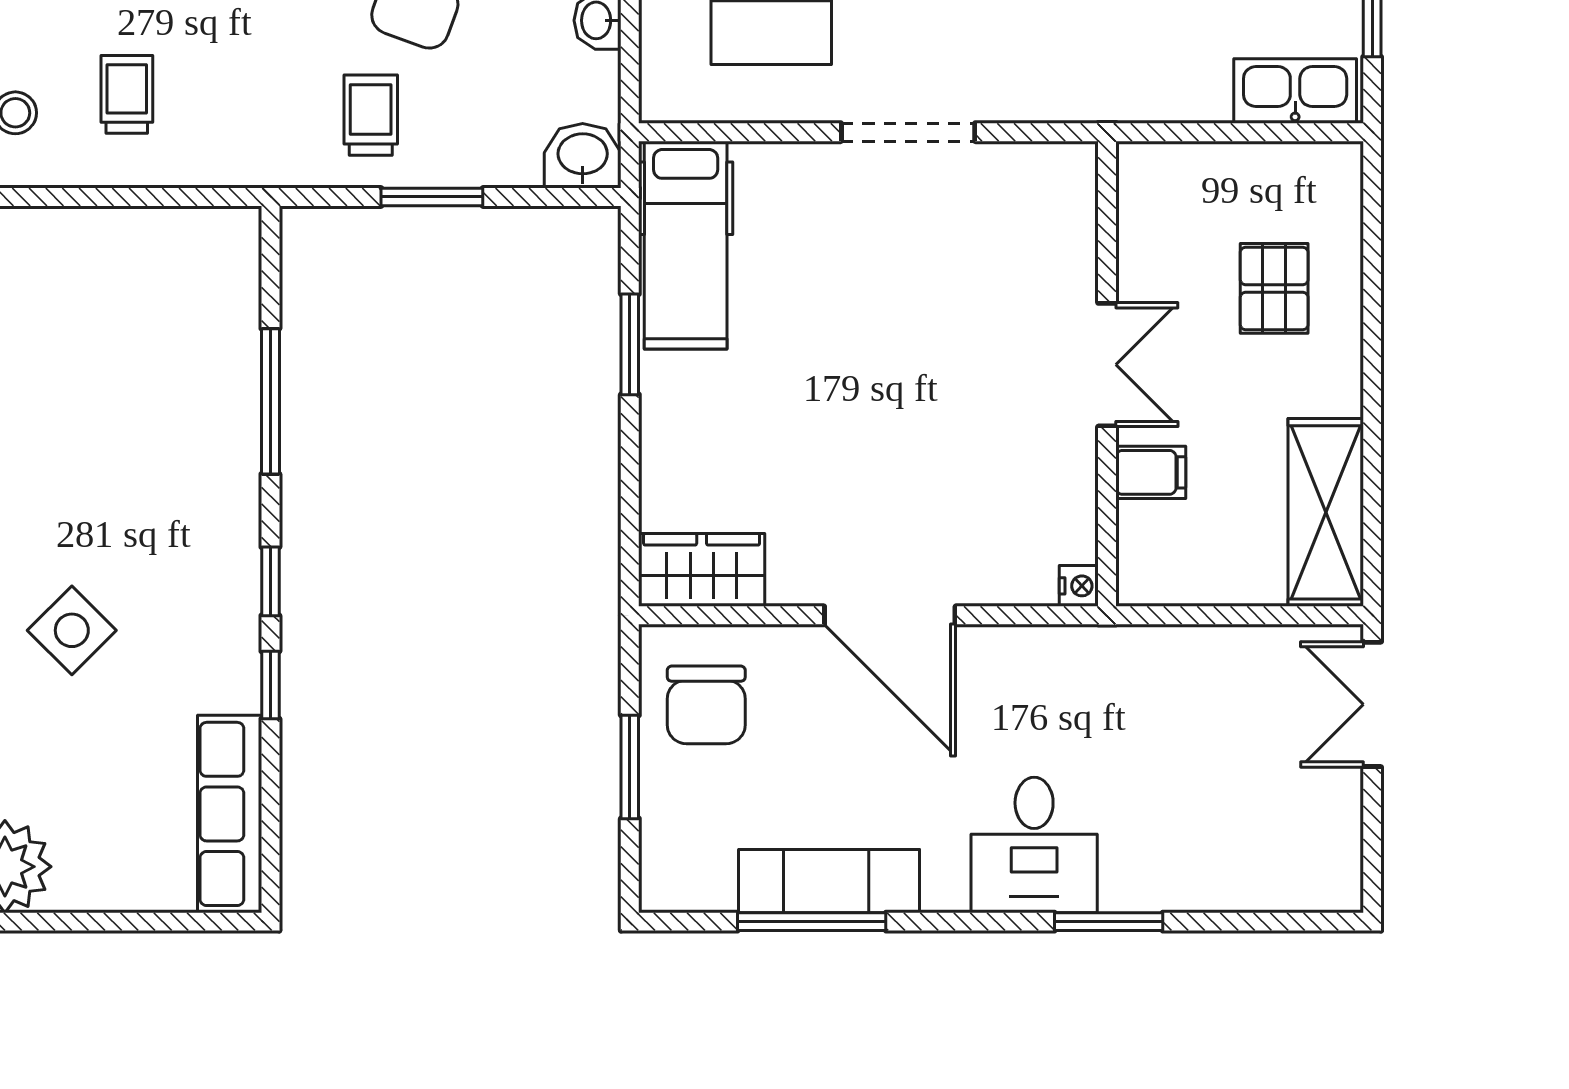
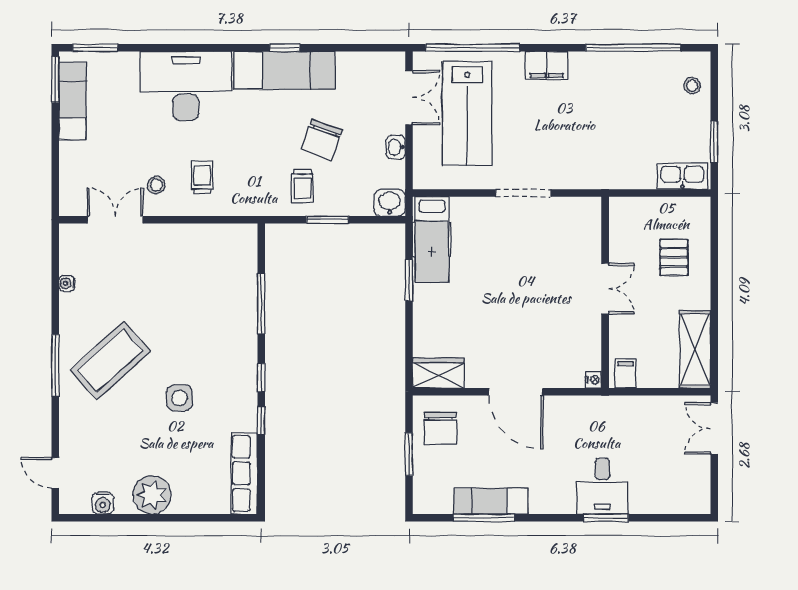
trolley: (371, 115) -> (302, 186), turned 180
filing cabinet: (1151, 472) -> (625, 374), moved, turned -90
side table: (72, 630) -> (180, 398), turned 45
desk: (1034, 845) -> (602, 486), moved

